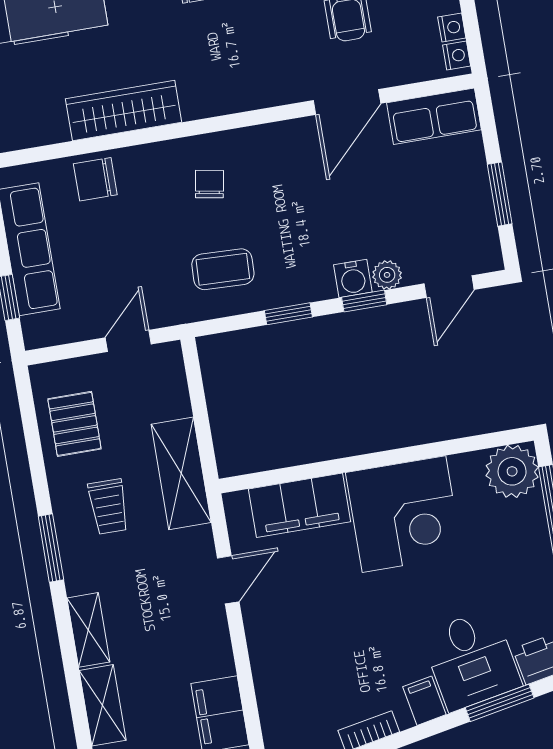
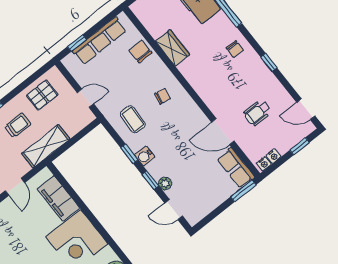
wardrobe: (124, 111) -> (173, 48), width x0.67
window: (500, 194) -> (243, 191), moved
water cooler: (353, 278) -> (145, 156), moved
trolley: (108, 507) -> (18, 125), turned 180
door: (228, 580) -> (15, 187), hinge flipped

